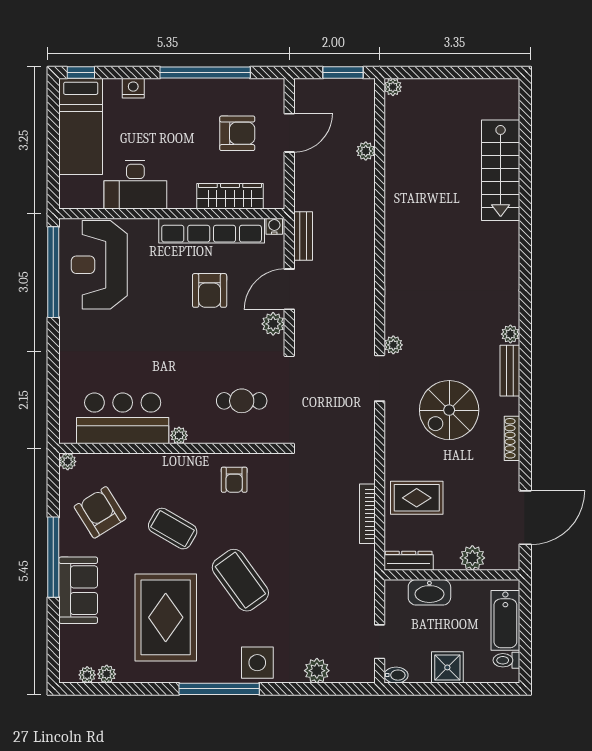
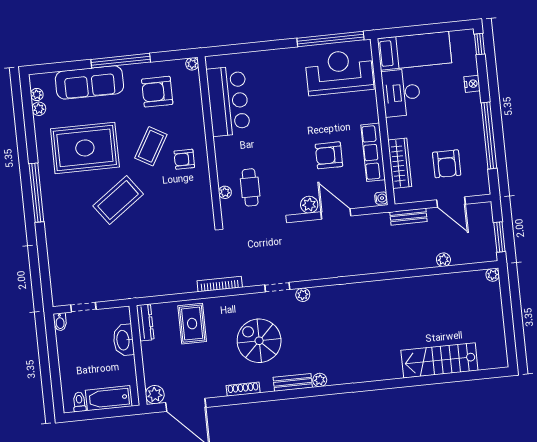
bed: (81, 126) -> (414, 51), moved, turned 180
row of seats: (212, 231) -> (373, 152), width x0.73
bench: (303, 236) -> (408, 217), moved
doorway: (380, 378) -> (277, 287), width x0.73
plant: (179, 435) -> (225, 192), moved
armchair: (234, 480) -> (184, 159), moved
armchair: (100, 512) -> (157, 92), turned -148
bookcase: (367, 514) -> (220, 284), moved
plant: (472, 558) -> (155, 395), moved
sofa: (78, 590) -> (89, 82), width x1.36
side table: (257, 663) -> (59, 219), removed
shower: (447, 667) -> (70, 359), removed
plant: (317, 671) -> (57, 263), removed

